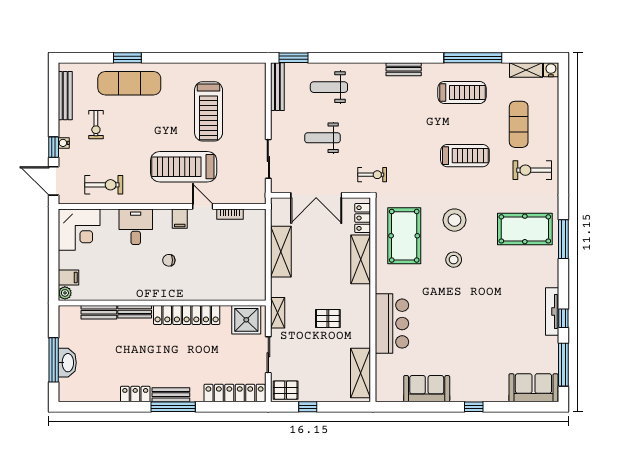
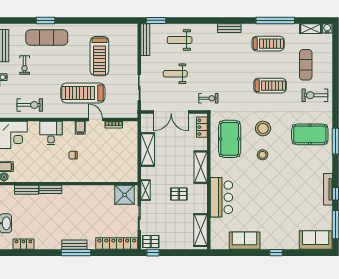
shelving: (361, 259) -> (201, 167), moved
locker: (187, 315) -> (85, 192), removed
locker: (135, 394) -> (23, 244), moved
window: (308, 407) -> (153, 253), moved

